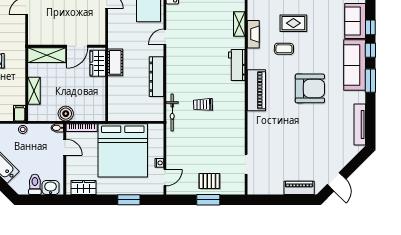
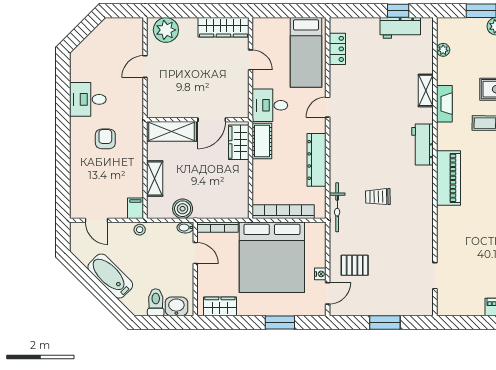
desk: (121, 35) -> (270, 105), added
boiler: (66, 114) -> (183, 209), moved
bookcase: (131, 116) -> (283, 212), added
pallet: (209, 181) -> (355, 265), moved

